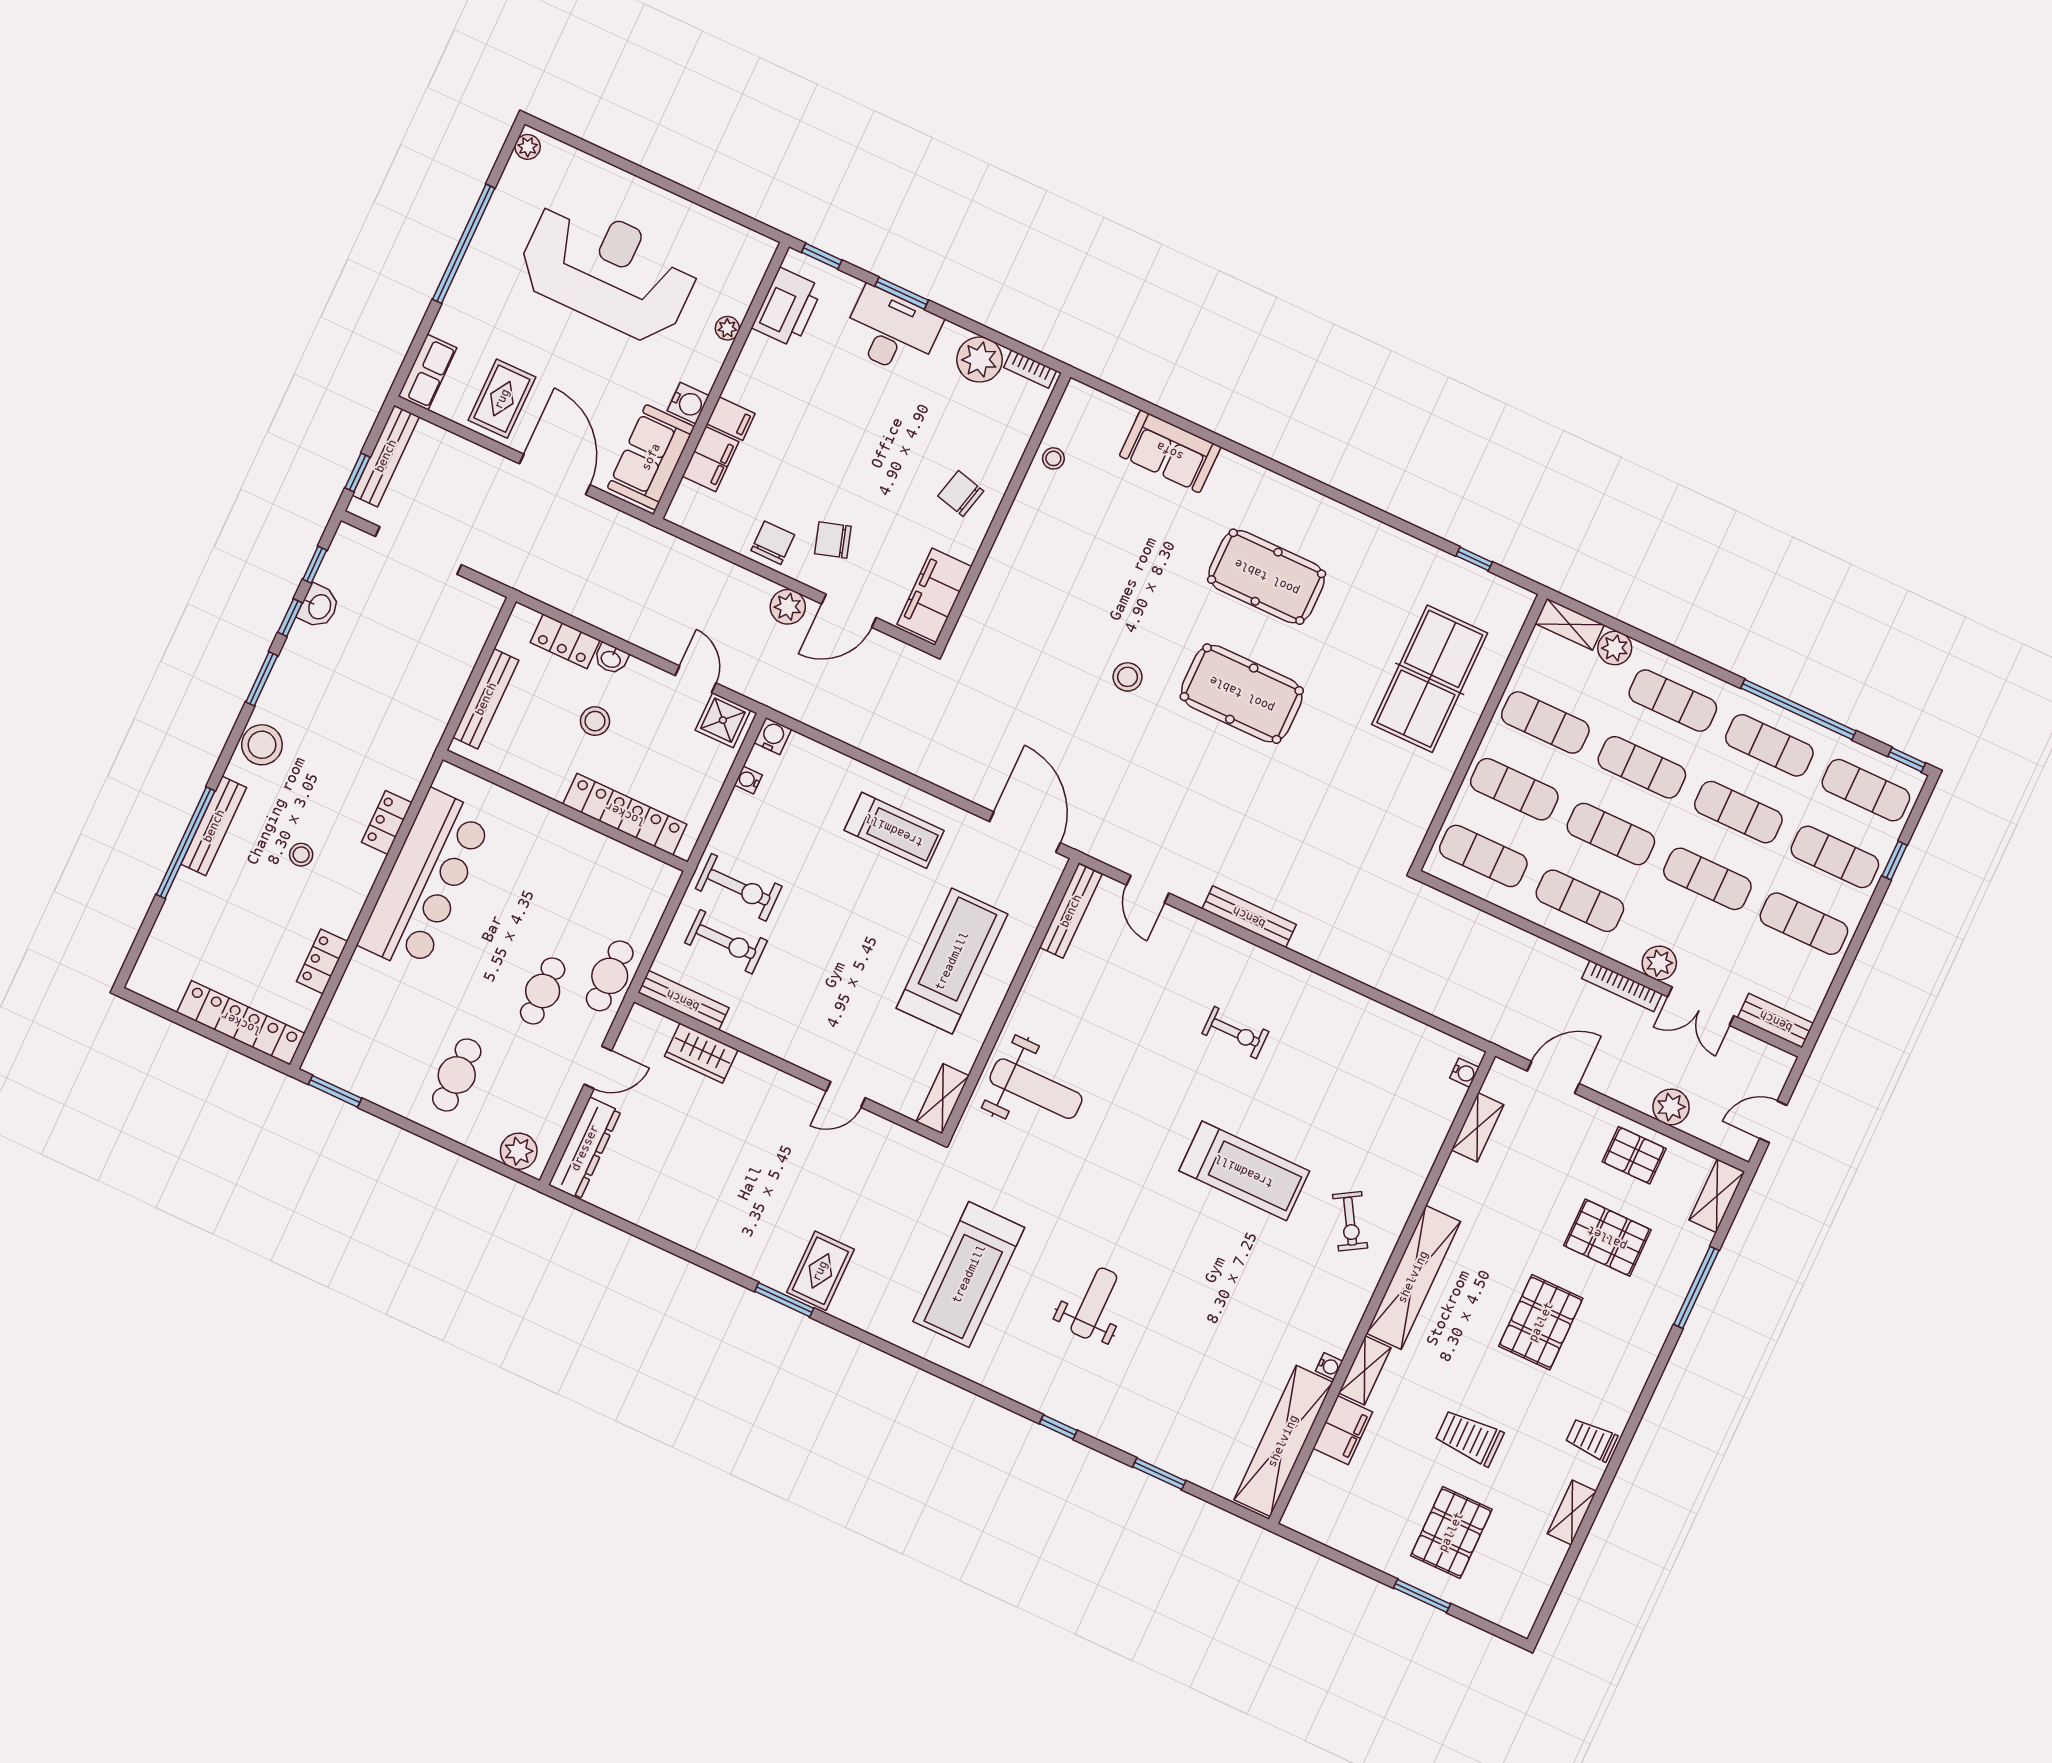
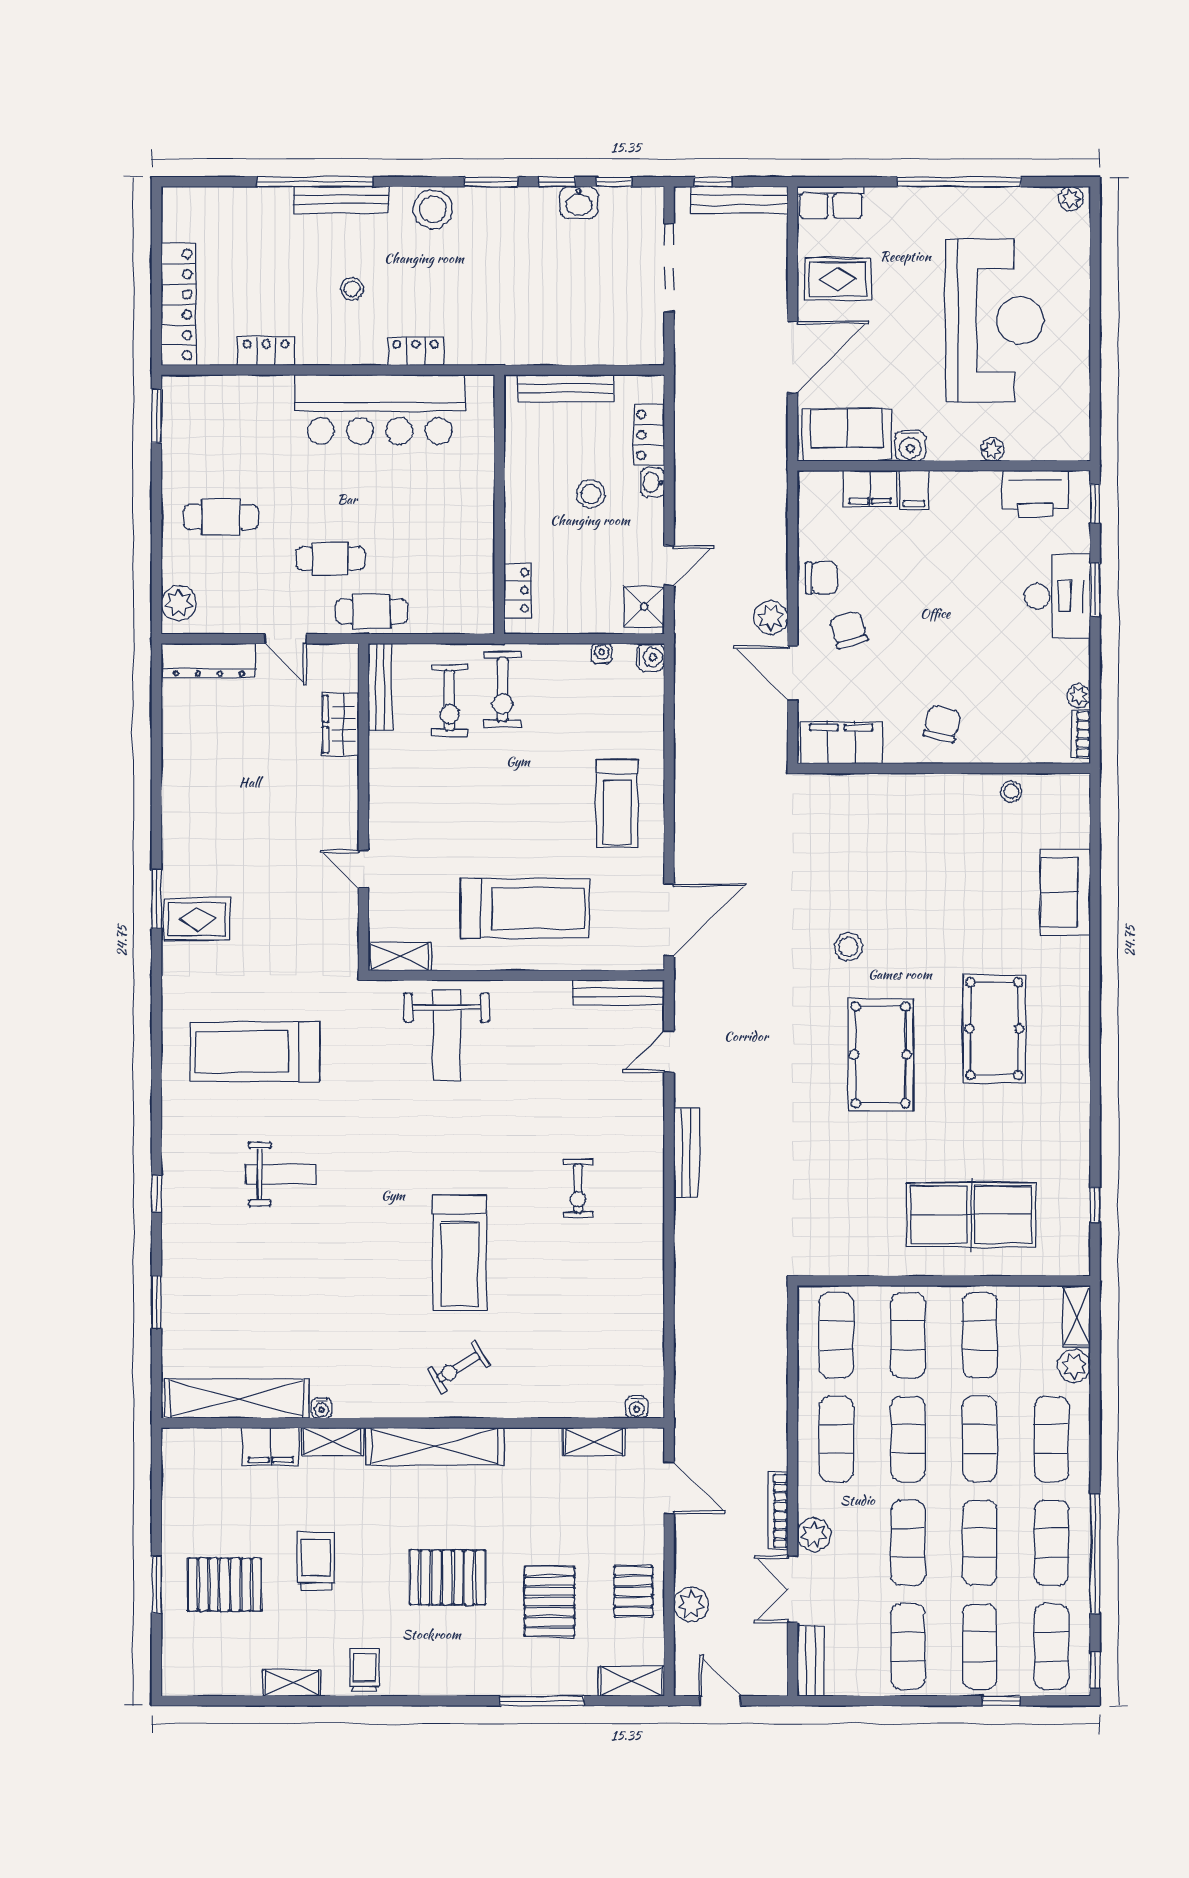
plant: (980, 360) -> (1079, 696), width x0.53, depth x0.53
locker: (625, 814) -> (518, 590), width x0.46, depth x0.83

